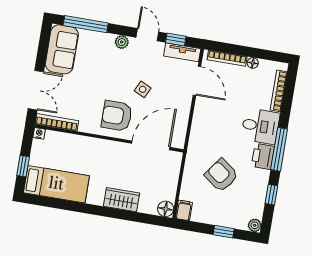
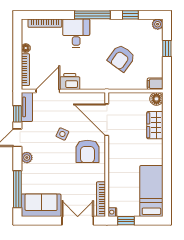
printer: (263, 156) -> (70, 82), moved, turned 180
window: (23, 166) -> (126, 221), moved
wardrobe: (121, 200) -> (155, 125), moved

